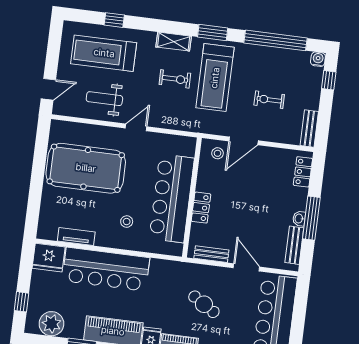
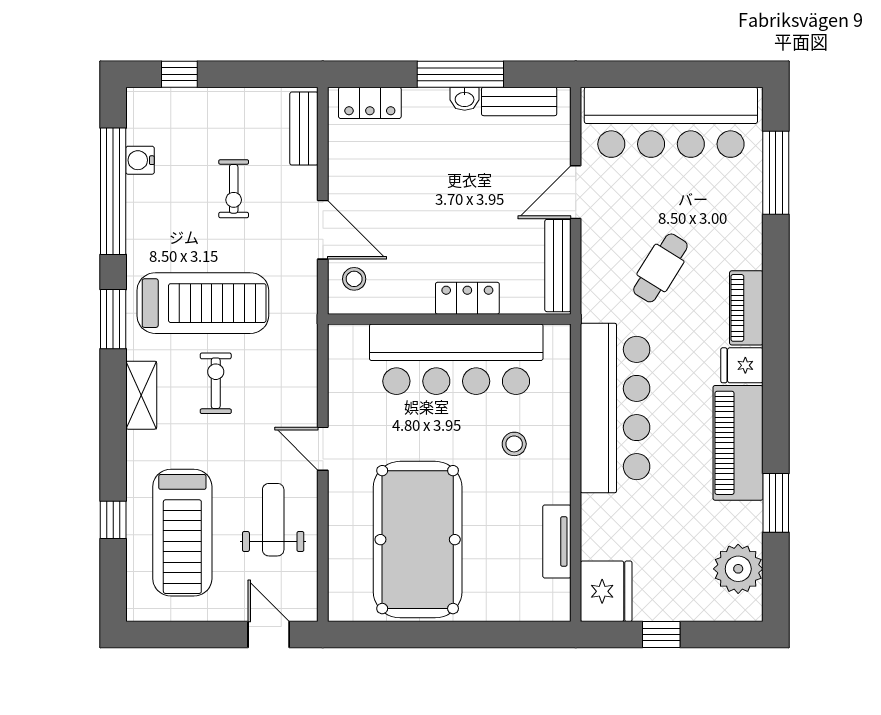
water cooler: (318, 59) -> (140, 160), moved
weight bench: (104, 99) -> (273, 520), turned 180
bench: (309, 129) -> (304, 129), moved, turned 90
bench: (211, 254) -> (558, 266), width x1.36
bar counter: (106, 269) -> (615, 408), moved
window: (22, 302) -> (661, 634), moved

